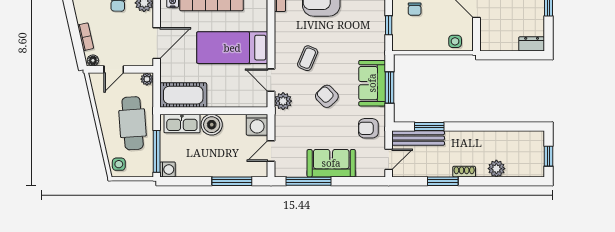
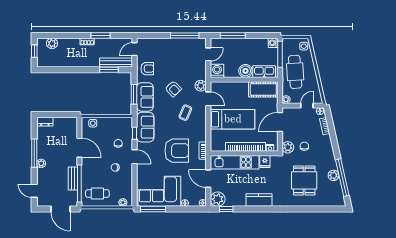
sofa: (331, 163) -> (145, 127), moved, turned -90
plant: (496, 169) -> (52, 43), moved

